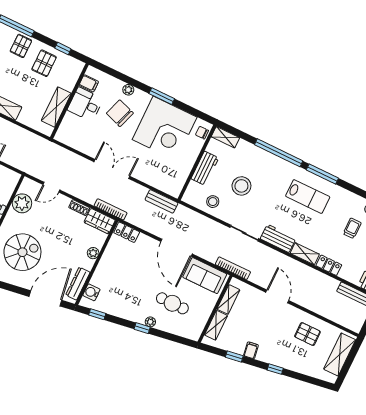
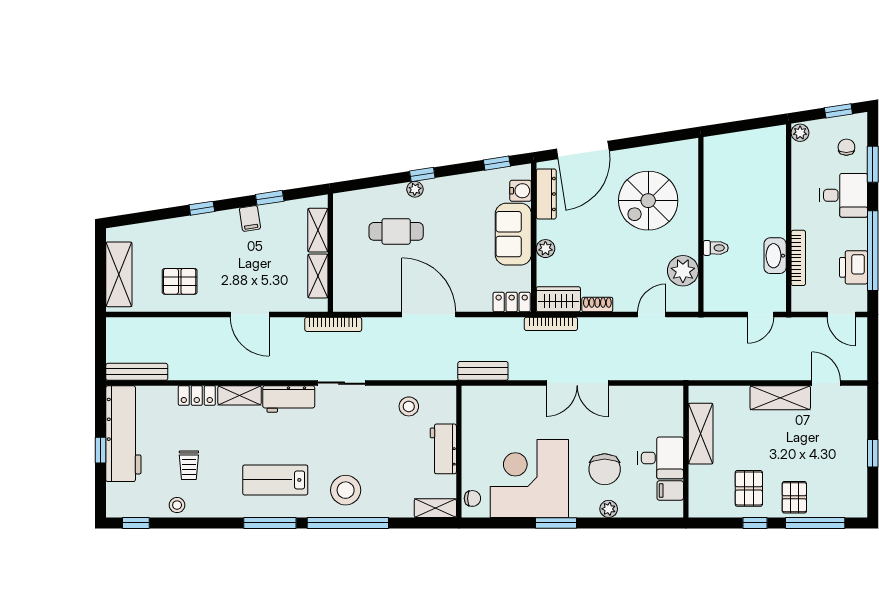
window: (63, 48) -> (755, 523), moved
chair: (120, 113) -> (605, 469), turned 71
stool: (241, 186) -> (346, 490), moved
sofa: (205, 276) -> (513, 234), moved, turned -90

